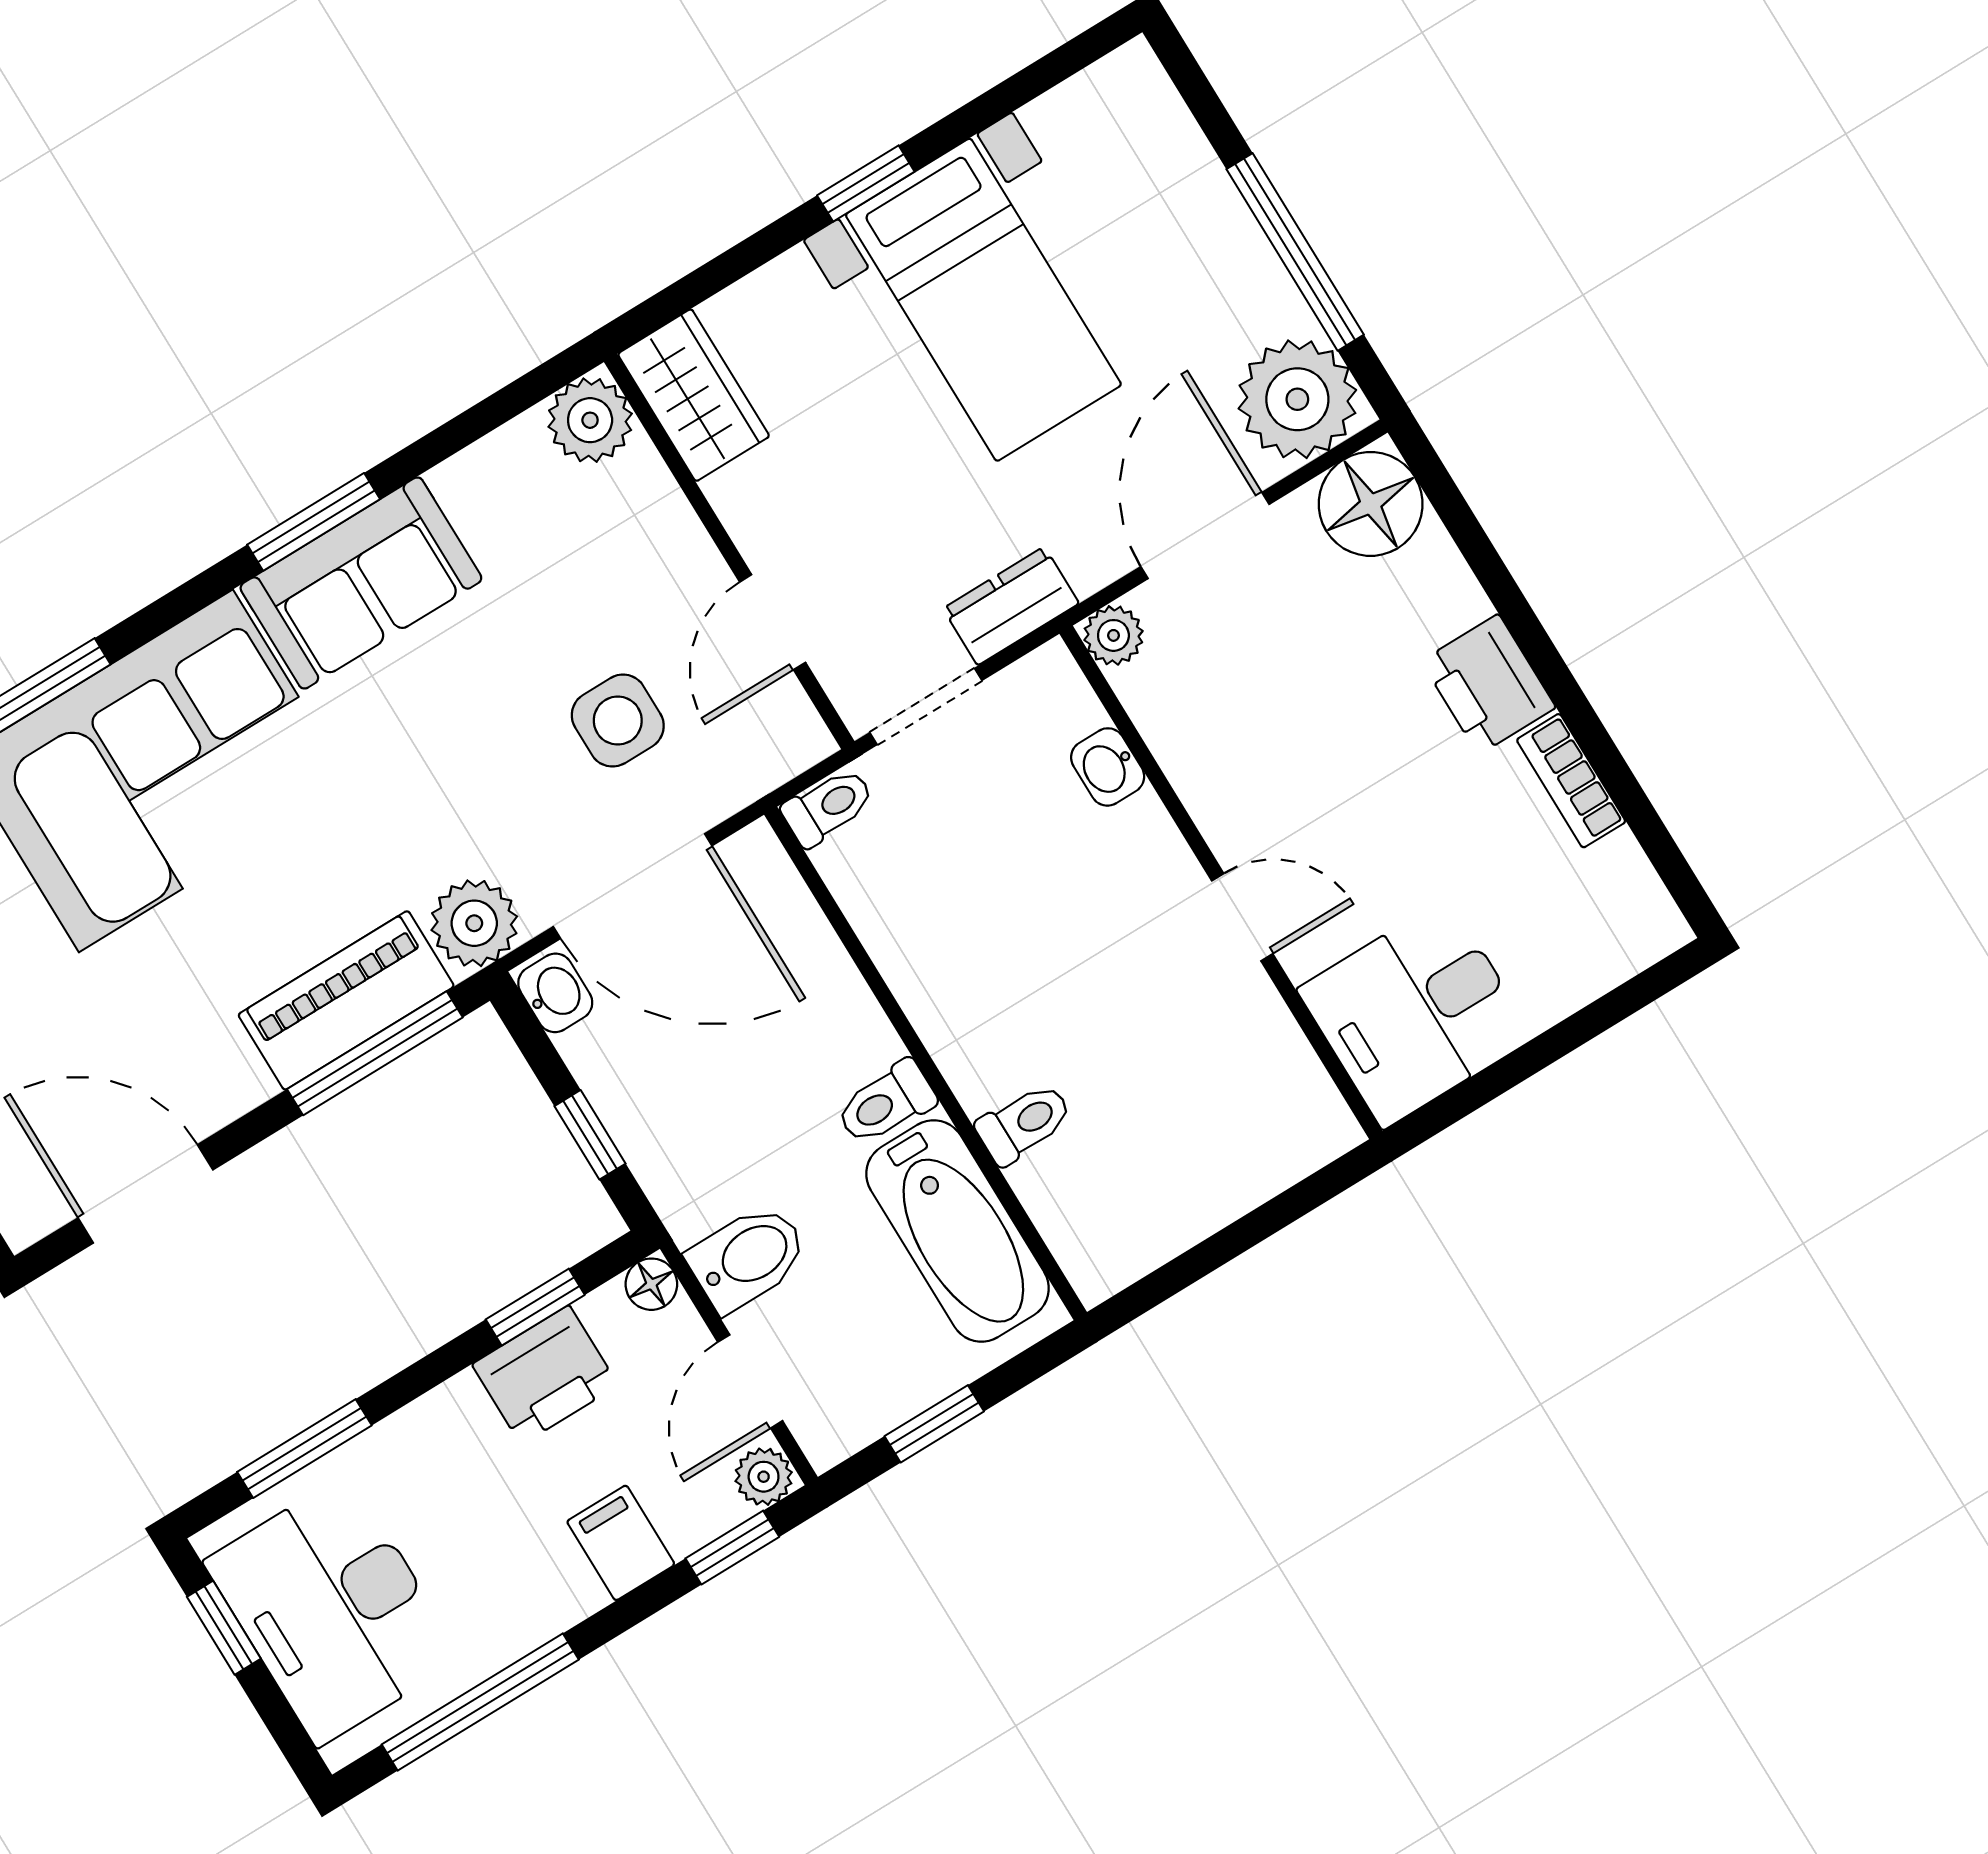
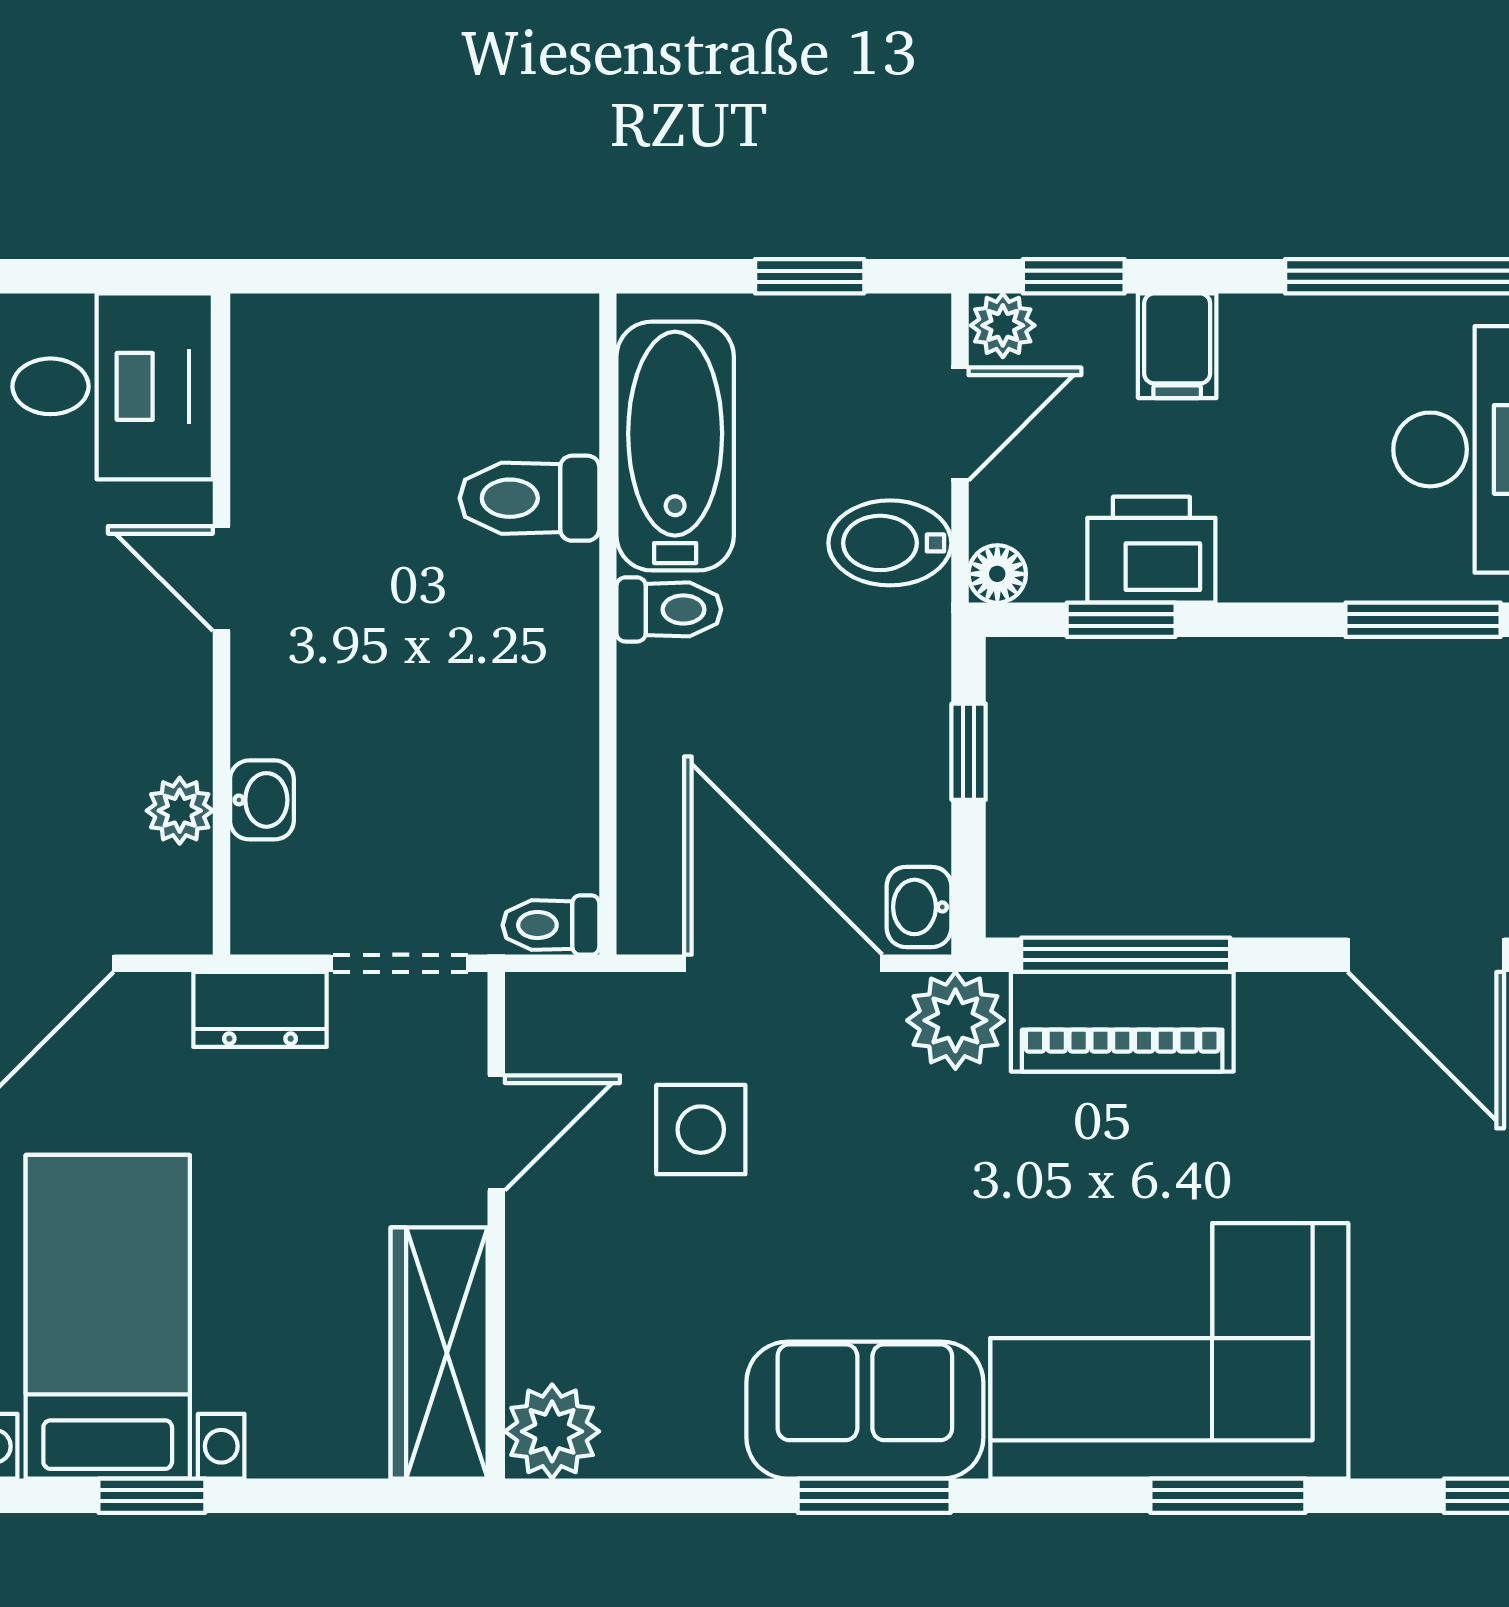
wardrobe: (694, 395) -> (439, 1353), width x1.50
plant: (1113, 635) -> (180, 811), moved
toilet: (1024, 1123) -> (529, 498), width x1.37, depth x1.39

